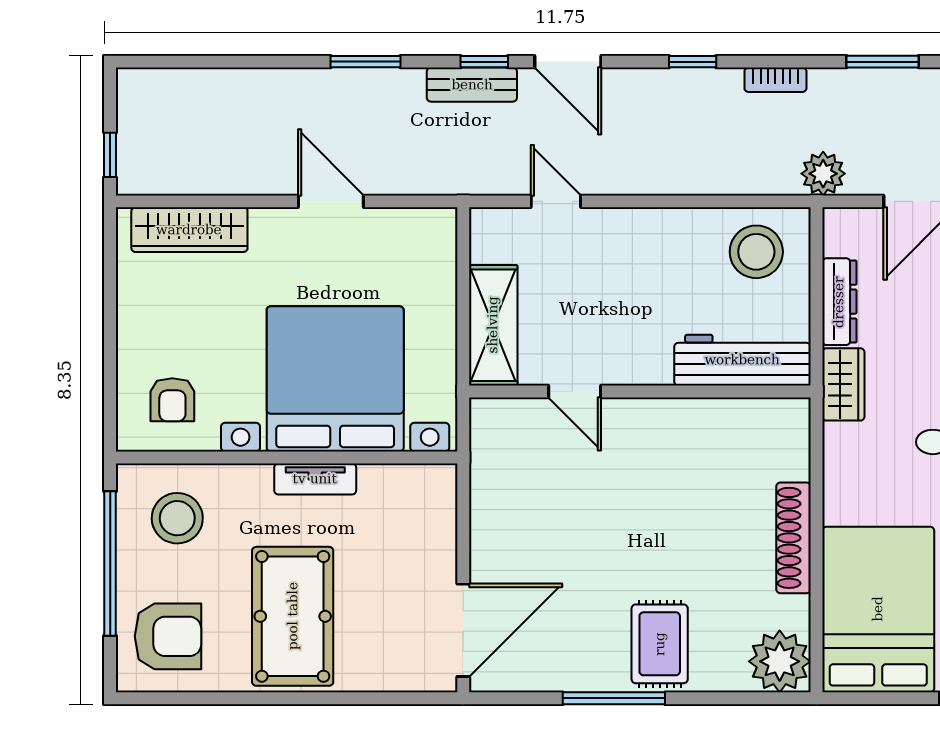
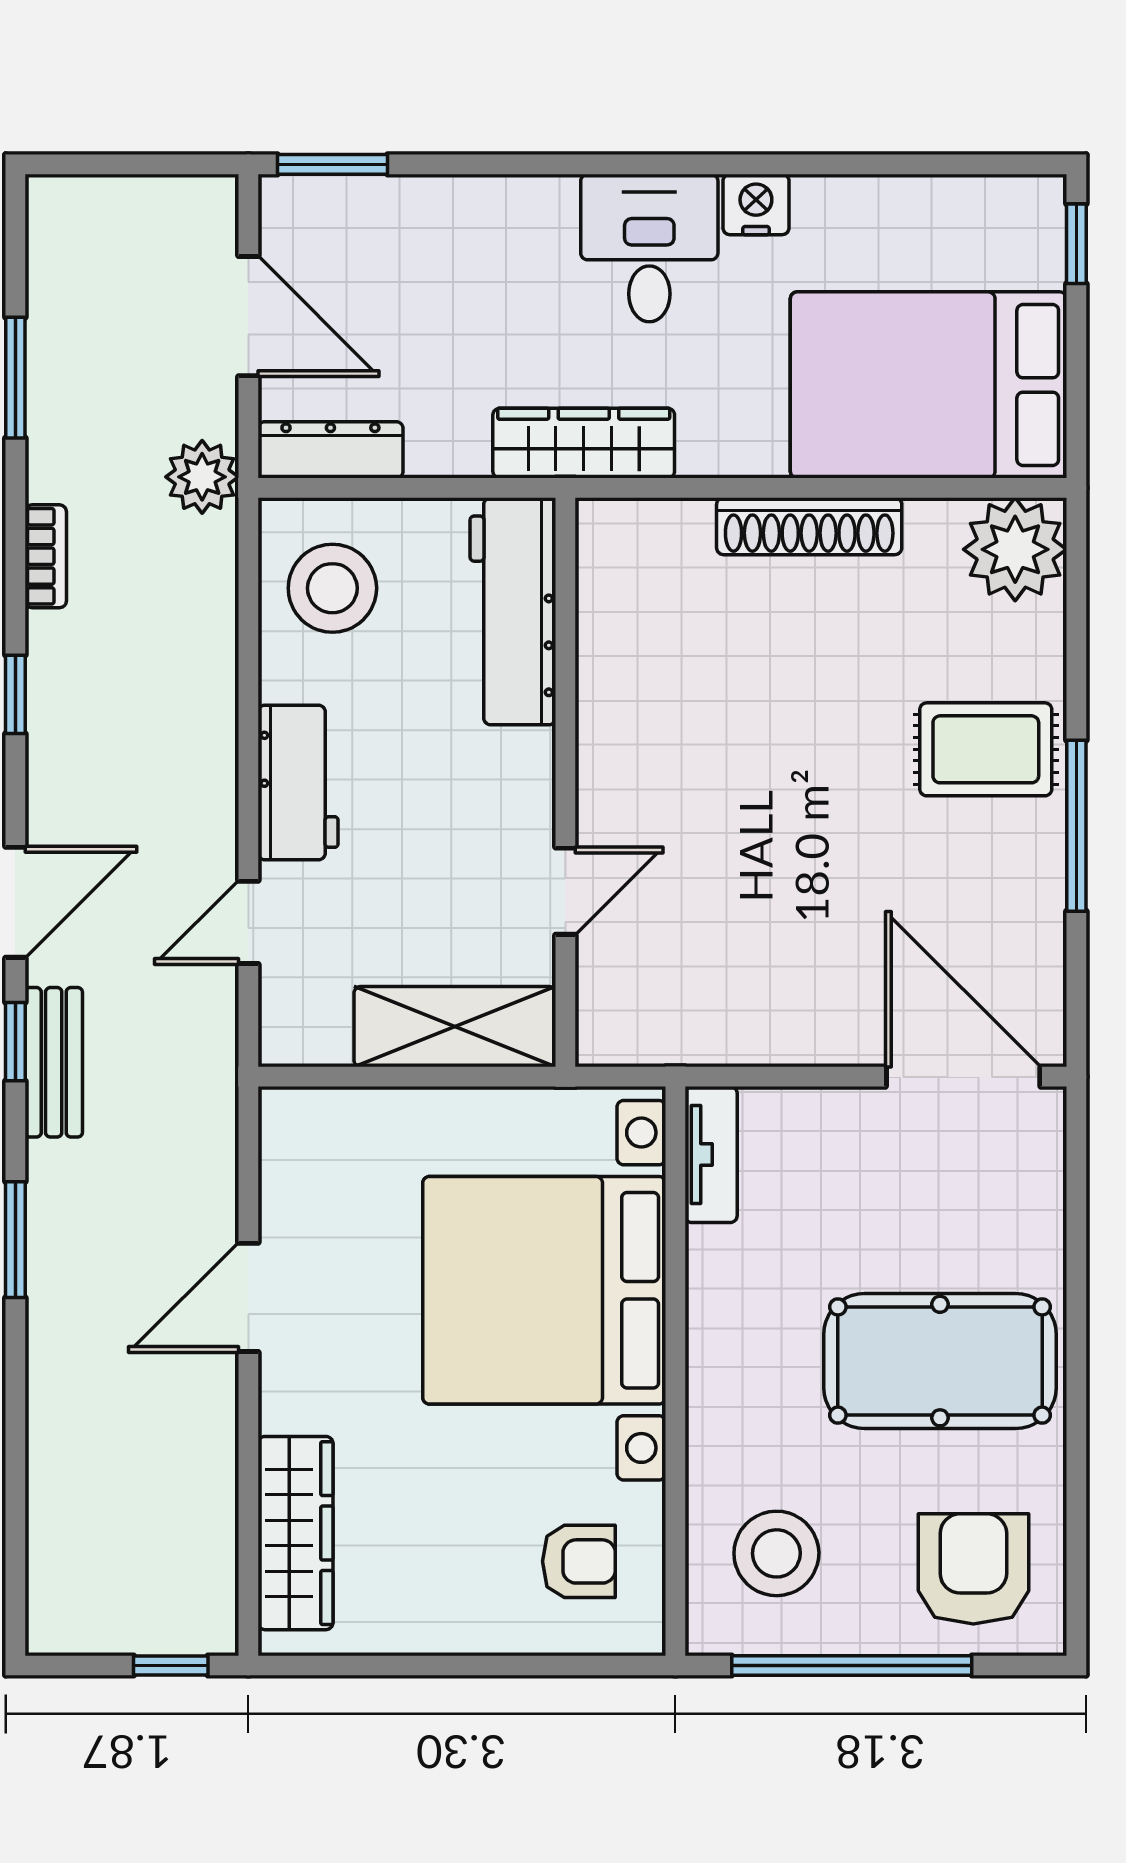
workbench: (640, 231) -> (298, 783), added
dresser: (839, 302) -> (330, 450), moved
wardrobe: (843, 384) -> (584, 443), width x1.50
tv unit: (315, 479) -> (711, 1155), moved

